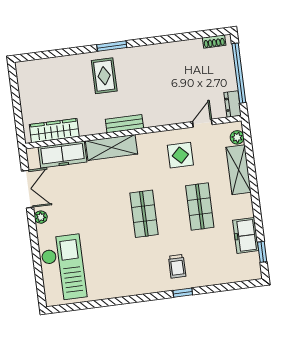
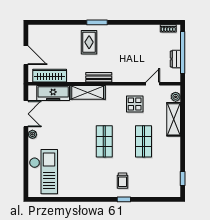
dresser: (233, 104) -> (175, 59), moved
door: (17, 106) -> (26, 55), added
freezer: (246, 235) -> (173, 166), removed

